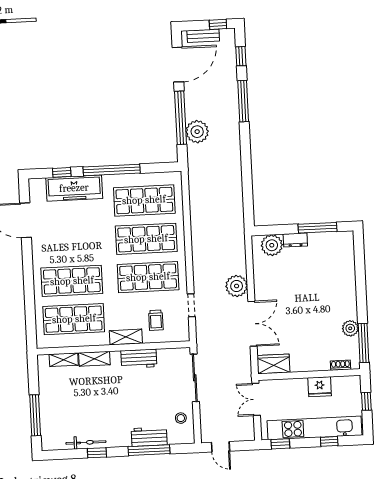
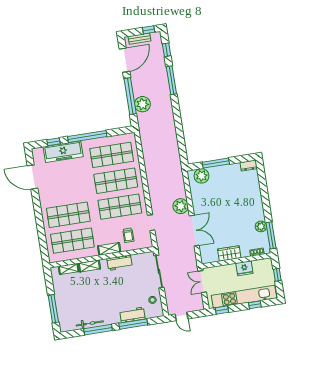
window: (318, 228) -> (216, 163), moved
dresser: (295, 240) -> (249, 166), moved
wardrobe: (273, 364) -> (229, 253), moved
window: (97, 453) -> (98, 330), width x2.17

